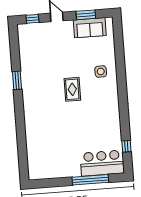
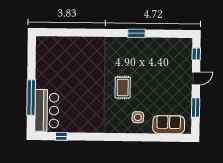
sofa: (90, 28) -> (169, 125), moved, turned 90
rug: (72, 89) -> (123, 88), turned 90

